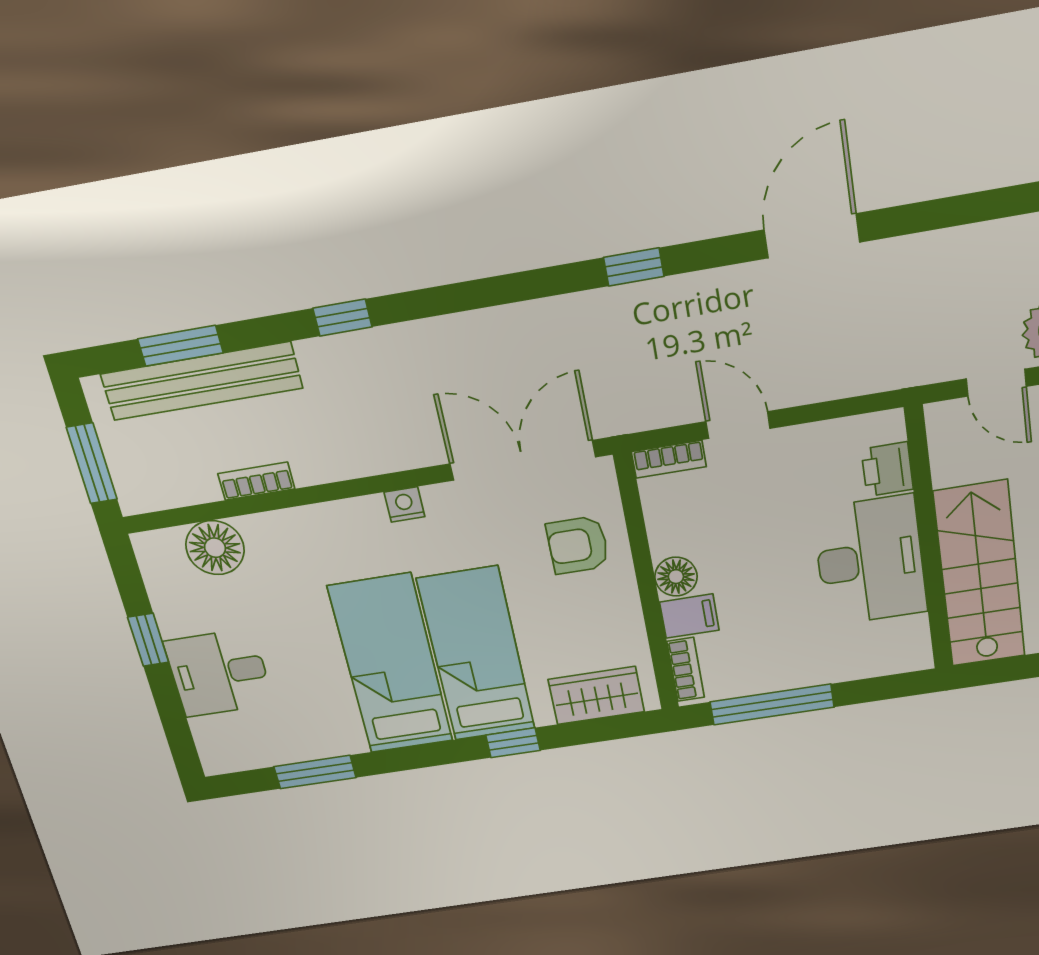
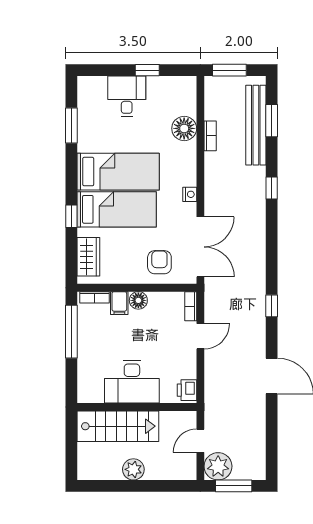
printer: (887, 469) -> (187, 390), moved, turned -90
floor lamp: (215, 548) -> (184, 128), moved

